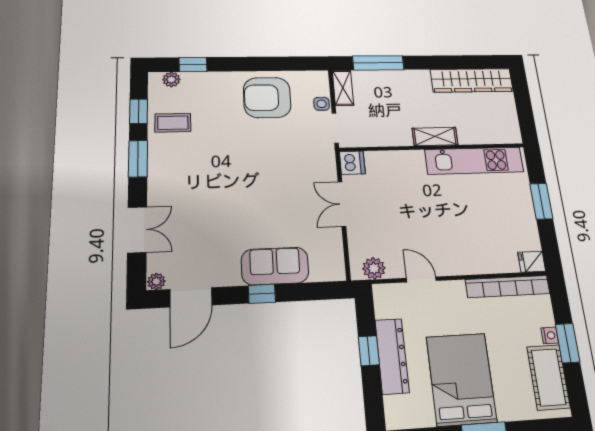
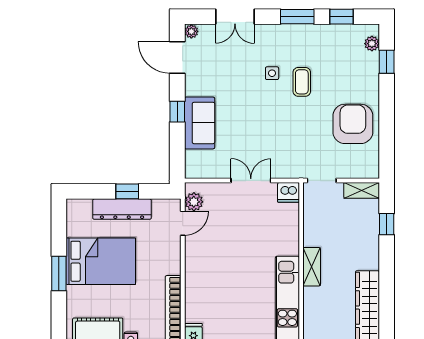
window: (378, 63) -> (387, 224), width x0.46
side table: (322, 104) -> (272, 73), moved
coffee table: (173, 123) -> (302, 82), moved
door: (421, 279) -> (183, 223), moved

